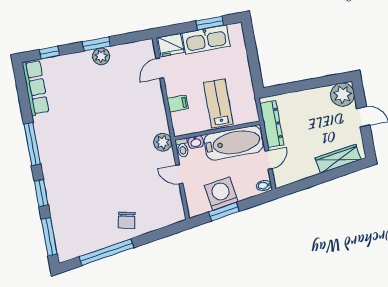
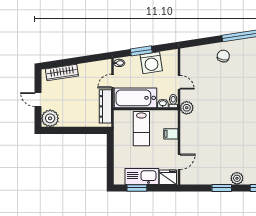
plant: (101, 56) -> (237, 178), moved
window: (224, 212) -> (141, 51), moved

